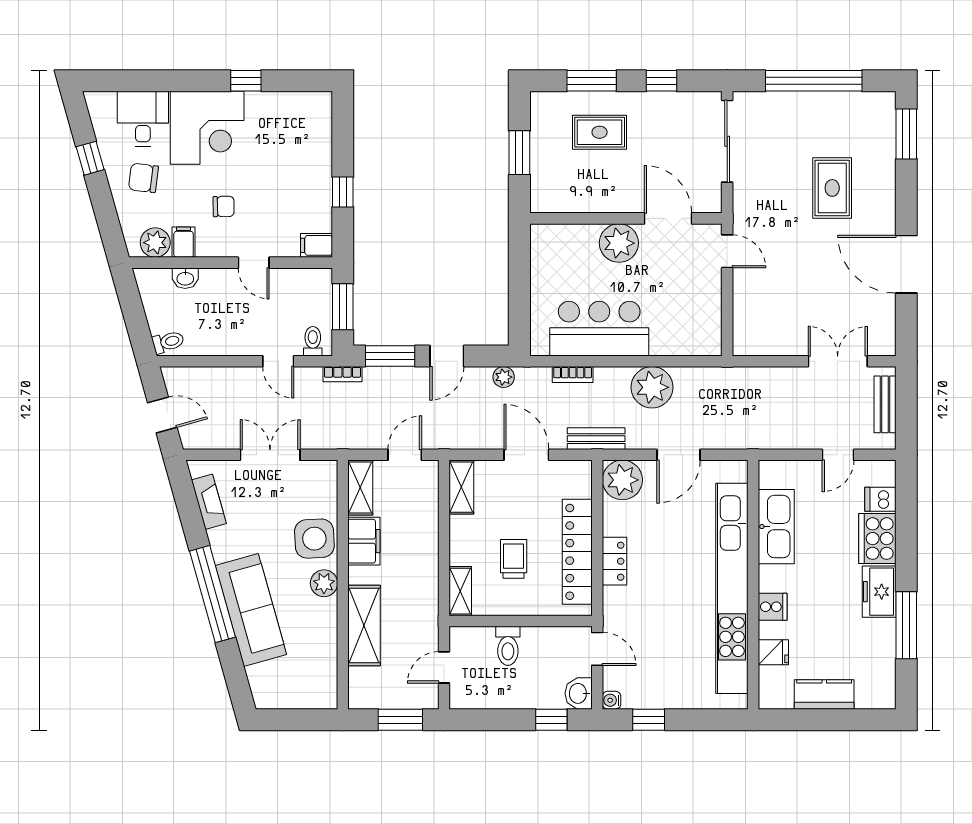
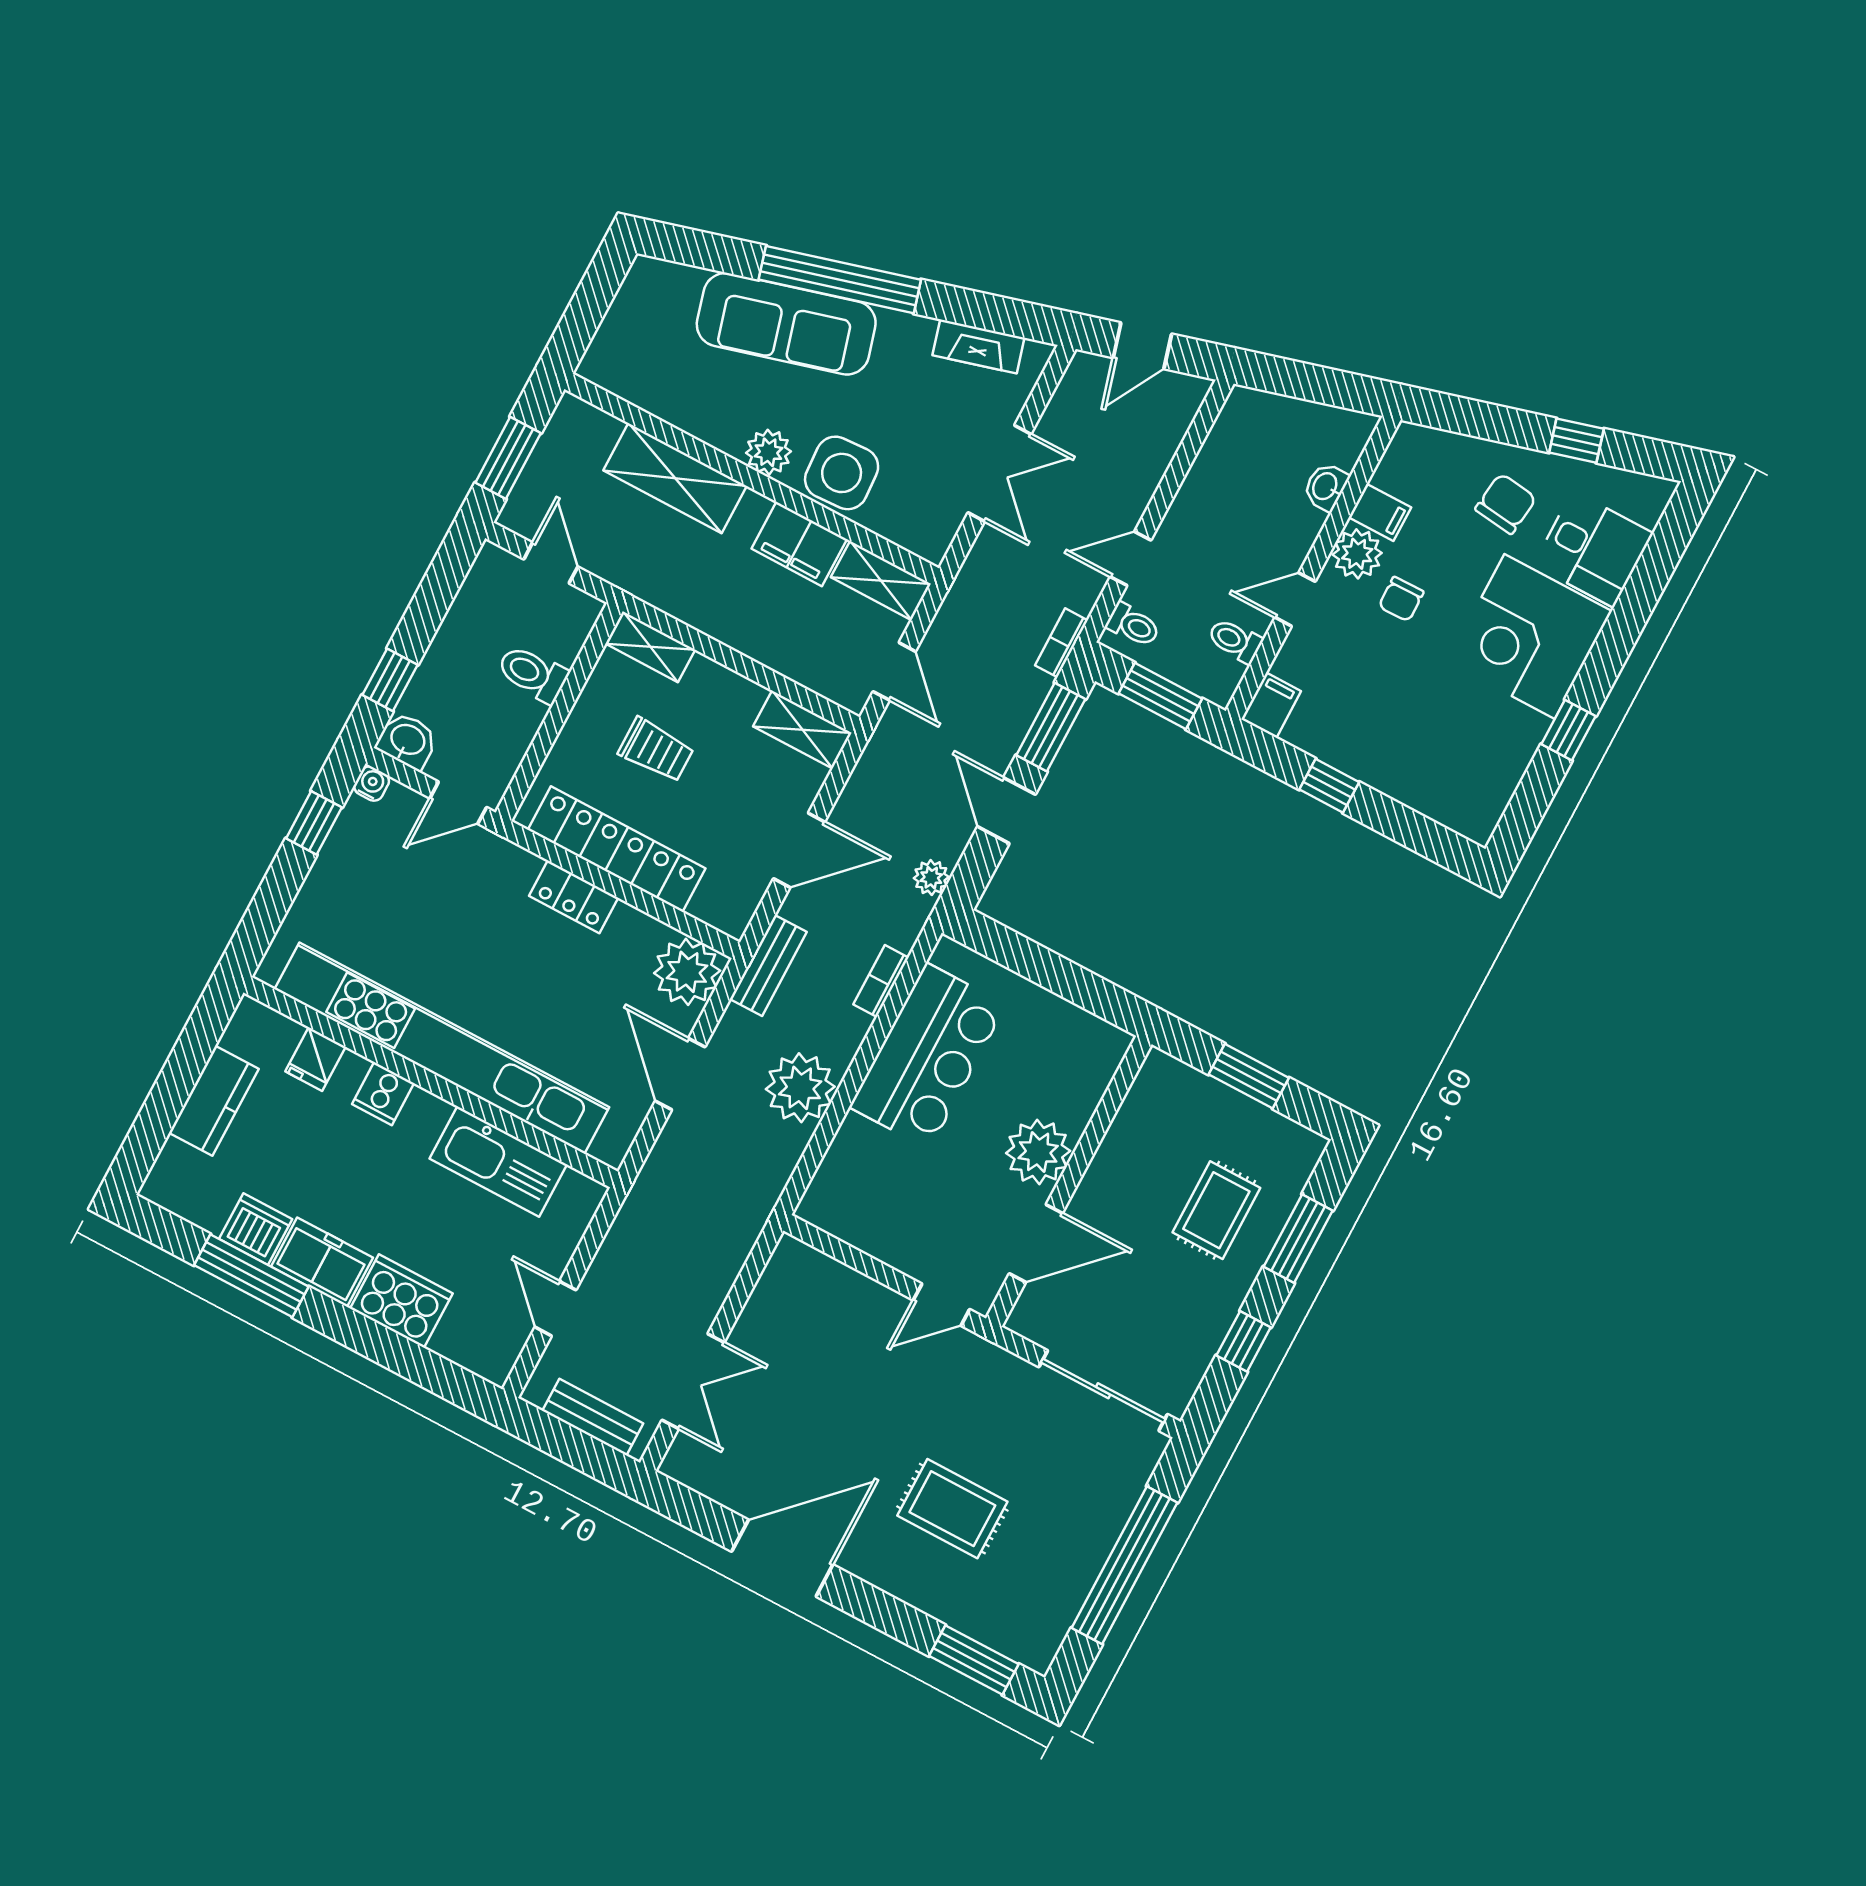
plant: (155, 243) -> (1357, 554), moved
toilet: (168, 342) -> (1235, 641), moved, turned 106
dishwasher: (880, 499) -> (256, 1229), moved, width x1.38

